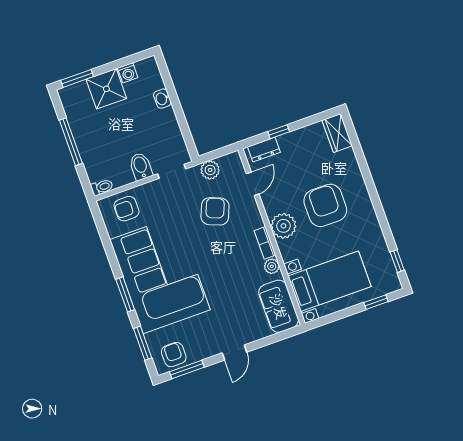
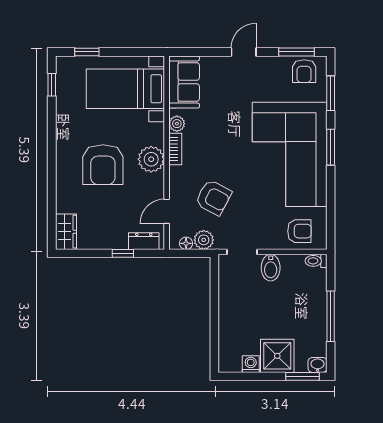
washbasin: (162, 99) -> (318, 365), moved, turned -90
floor lamp: (225, 161) -> (186, 243), added
armchair: (215, 211) -> (213, 197), turned -84

